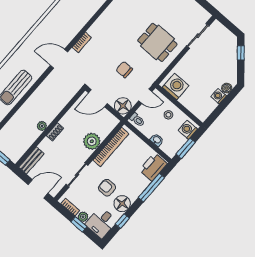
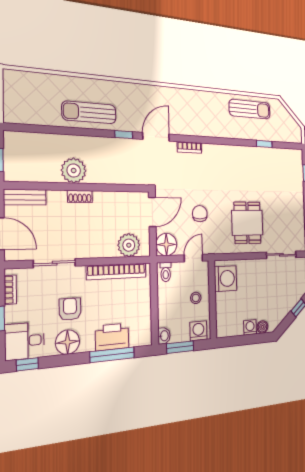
door: (59, 59) -> (156, 137), hinge flipped
window: (43, 78) -> (124, 135), added
door: (145, 96) -> (193, 258), swing flipped
door: (98, 98) -> (152, 212), swing flipped
plant: (42, 126) -> (74, 171), width x1.88, depth x1.88
washbasin: (157, 140) -> (164, 336), moved
plant: (92, 141) -> (129, 245), moved
printer: (153, 167) -> (112, 337), moved
plant: (83, 217) -> (13, 315), removed
window: (122, 221) -> (27, 364), moved

